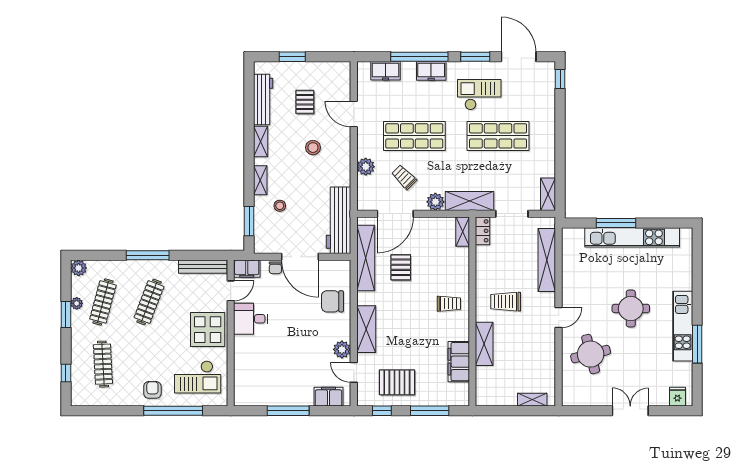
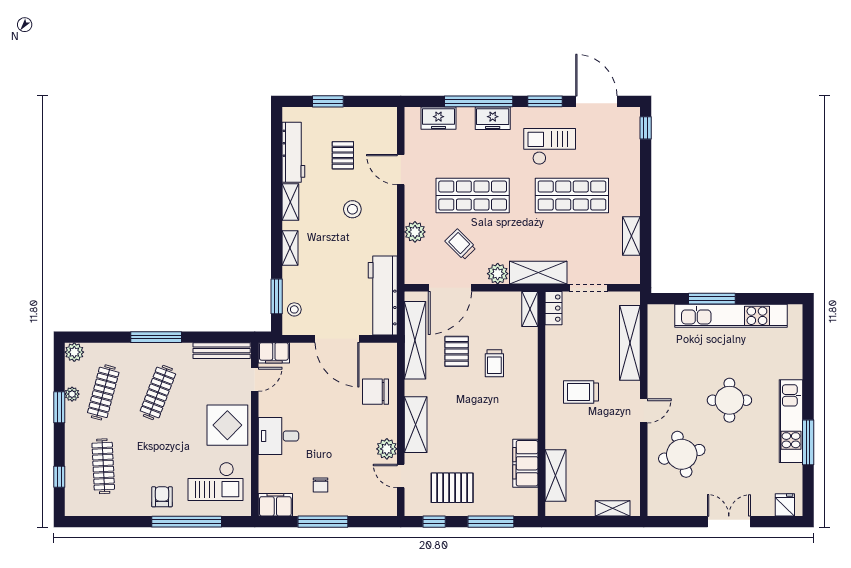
shelving: (548, 194) -> (631, 236), moved
stool: (280, 206) -> (294, 309), moved
chair: (275, 268) -> (320, 485), moved
trolley: (449, 304) -> (494, 363), moved, turned 90
desk: (251, 319) -> (278, 436), moved
shelving: (484, 344) -> (555, 476), moved
filing cabinet: (328, 397) -> (275, 505), moved

